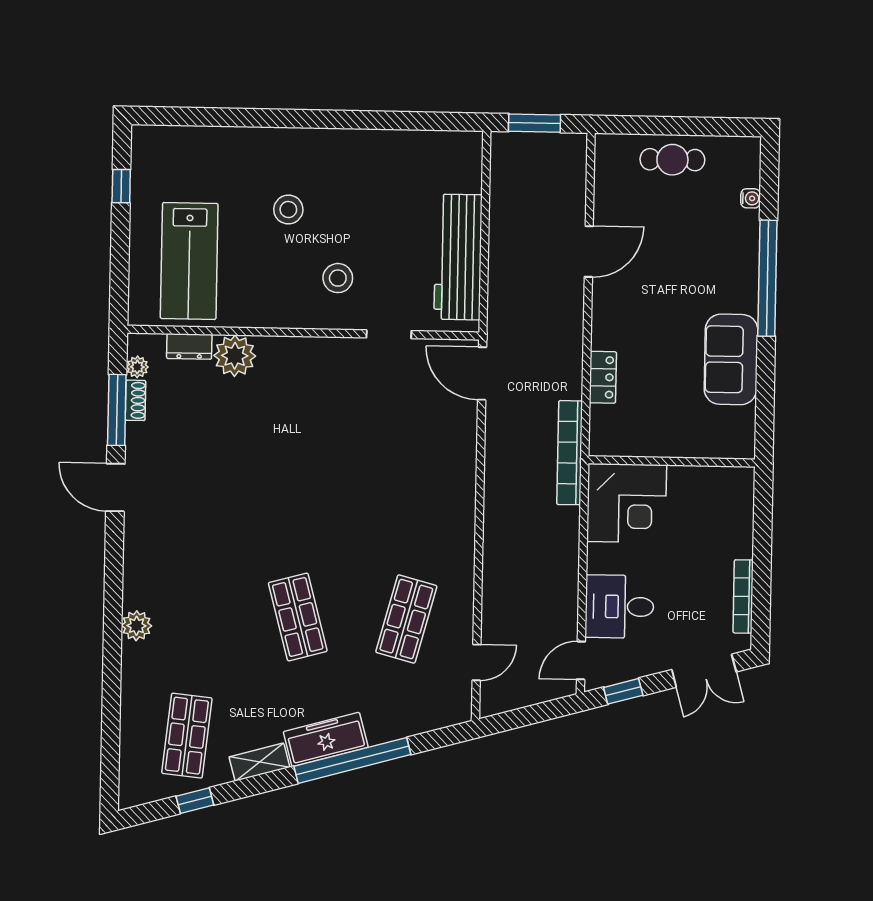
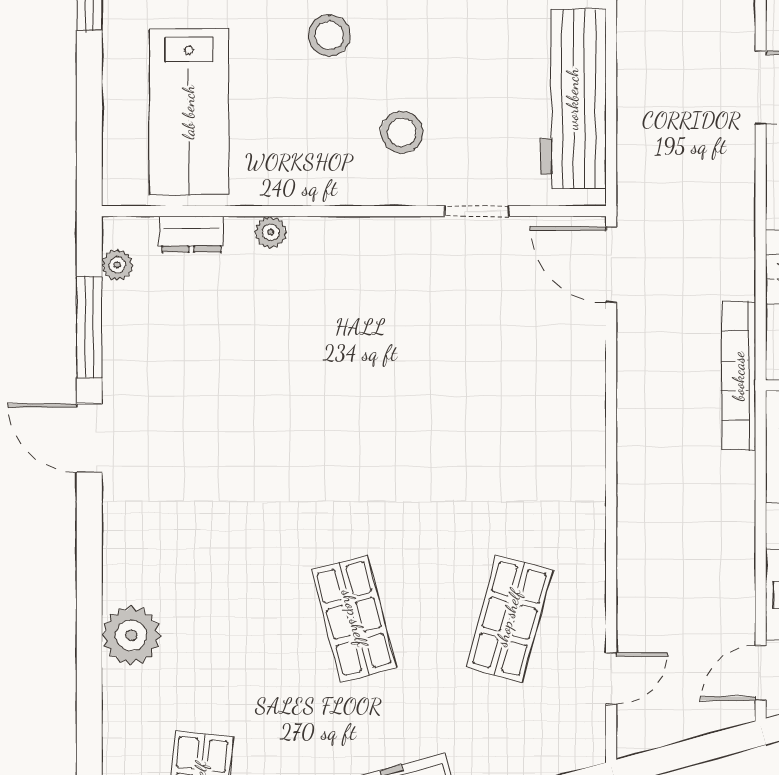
plant: (235, 356) -> (271, 232), width x0.53, depth x0.53
shoe rack: (136, 400) -> (116, 313), removed
plant: (137, 626) -> (131, 635), width x1.36, depth x1.36

